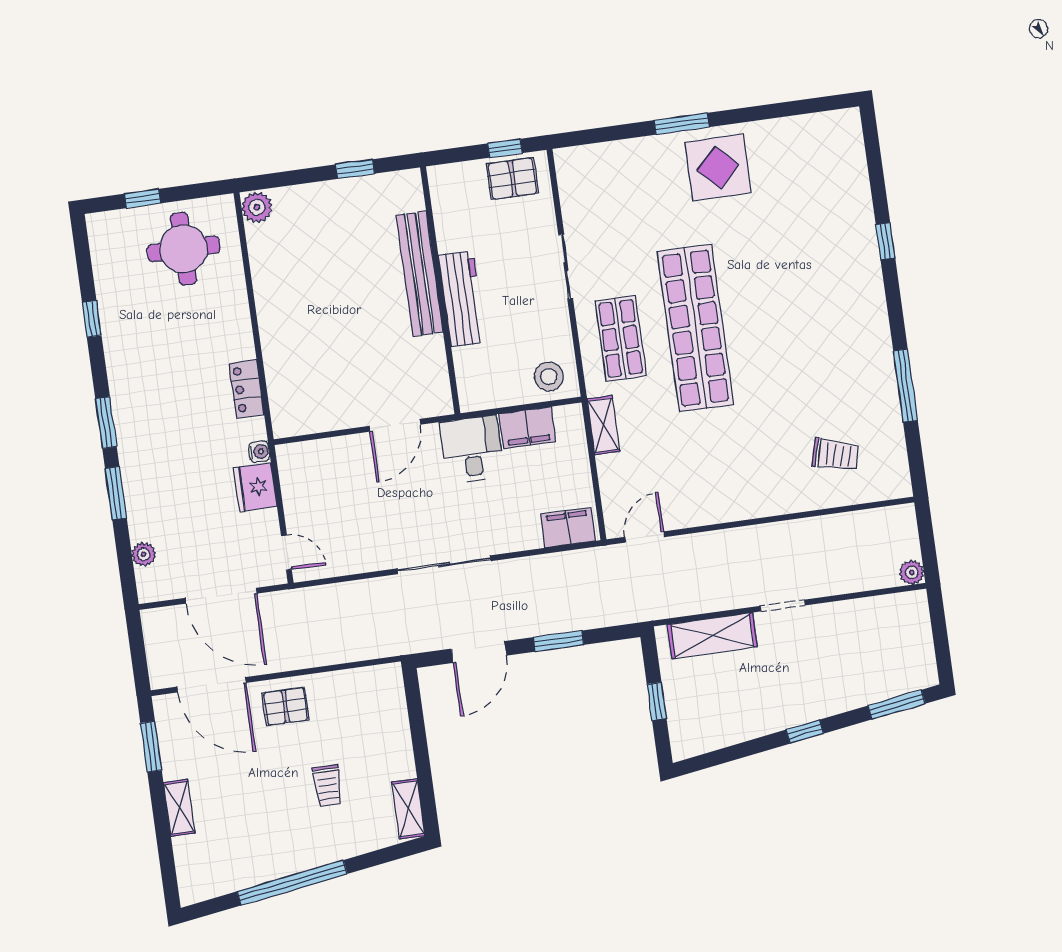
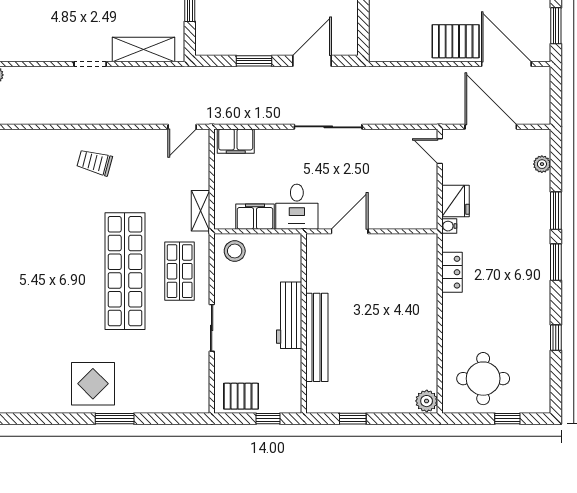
window: (505, 148) -> (268, 419), moved
trolley: (835, 455) -> (95, 162), moved
pallet: (285, 706) -> (456, 41), width x1.50, depth x1.42

